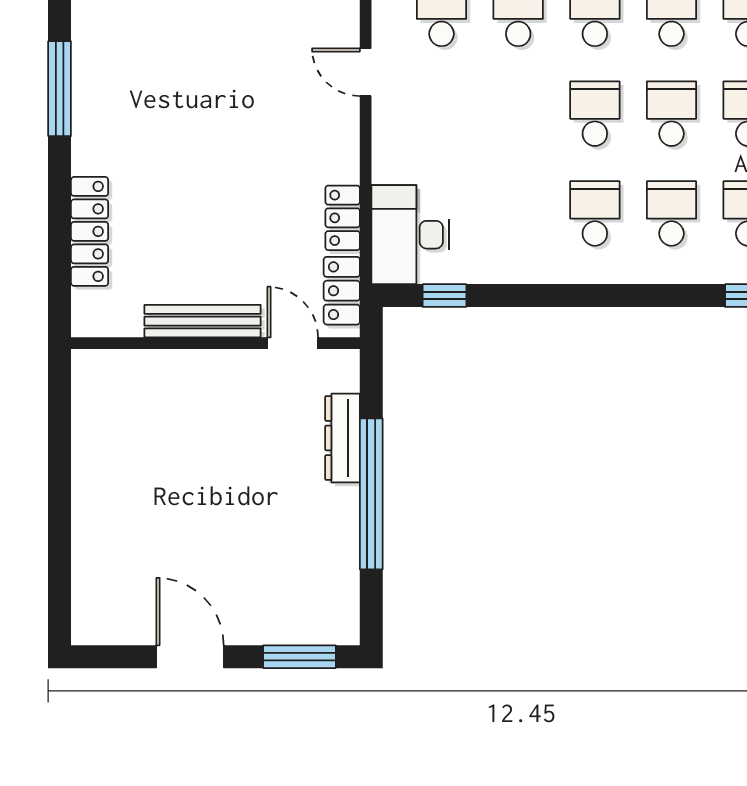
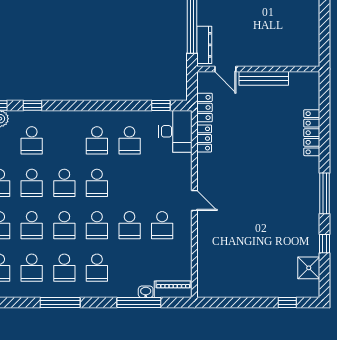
school desk: (672, 213) -> (130, 140), moved
bench: (203, 321) -> (264, 78), moved
wall: (215, 343) -> (258, 69), moved
door: (293, 343) -> (225, 69), moved

